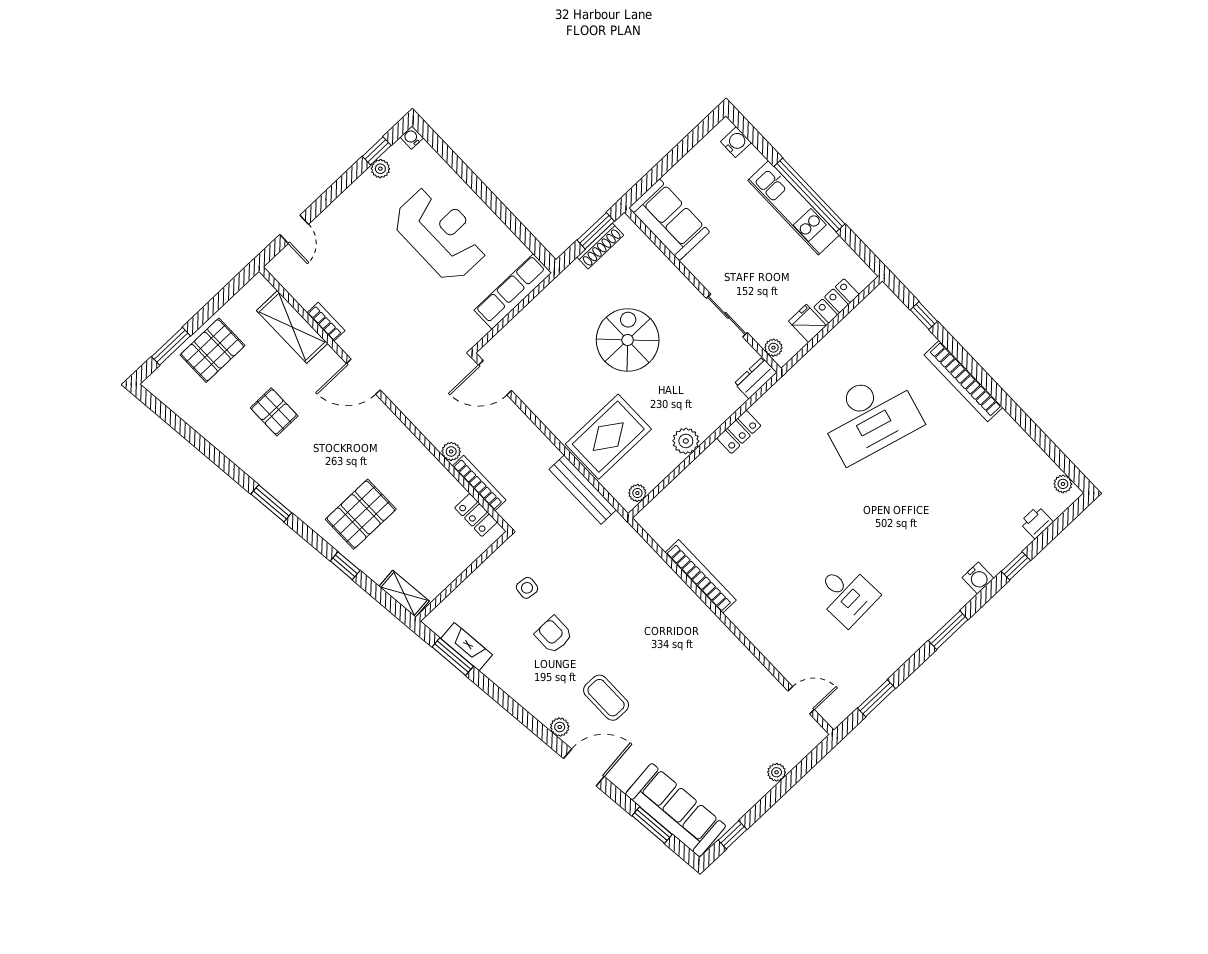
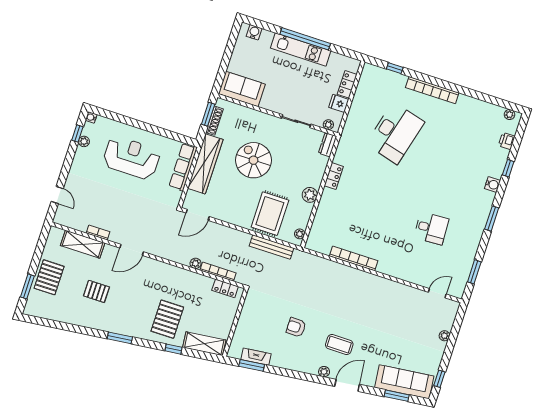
wardrobe: (550, 305) -> (205, 164), added
side table: (527, 588) -> (270, 311), removed
shelving: (404, 594) -> (204, 344), width x1.50, depth x1.33

